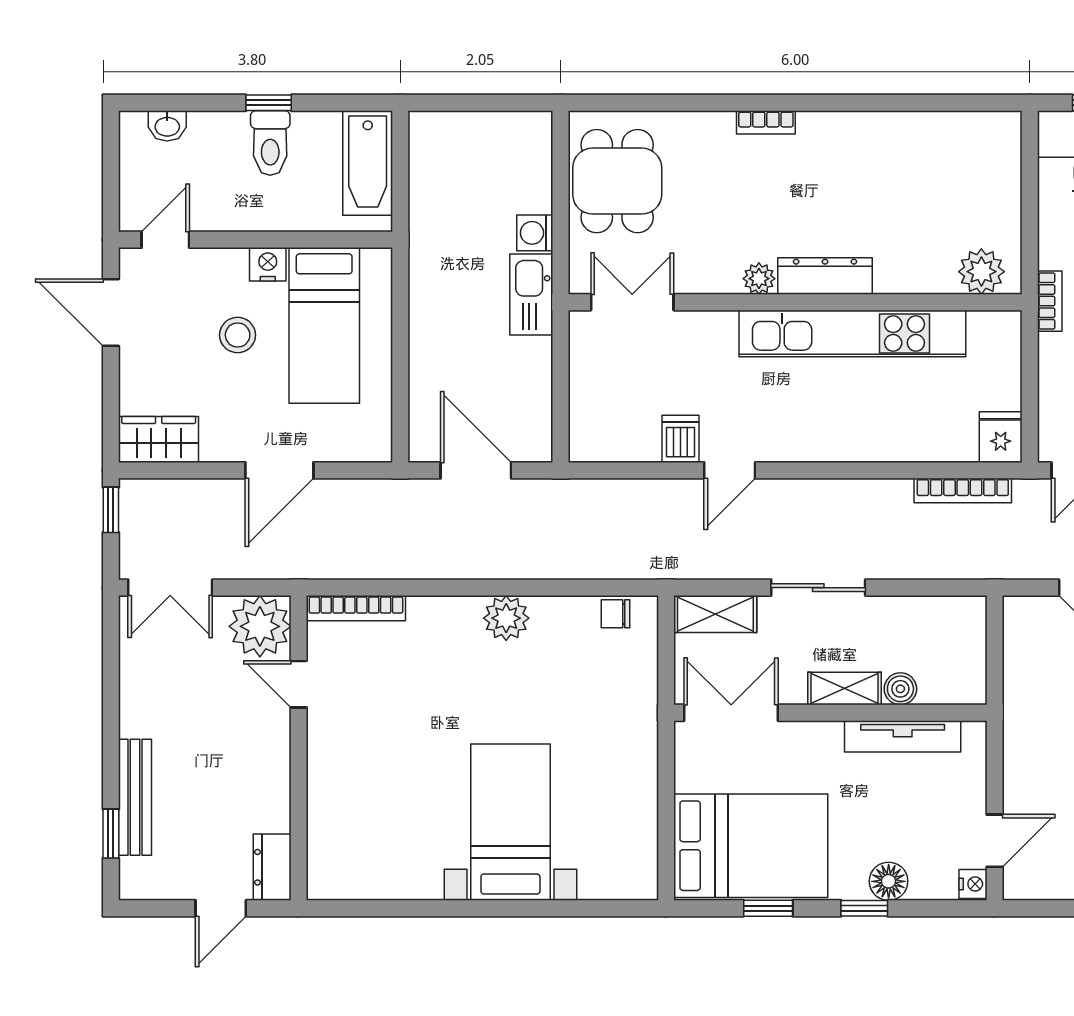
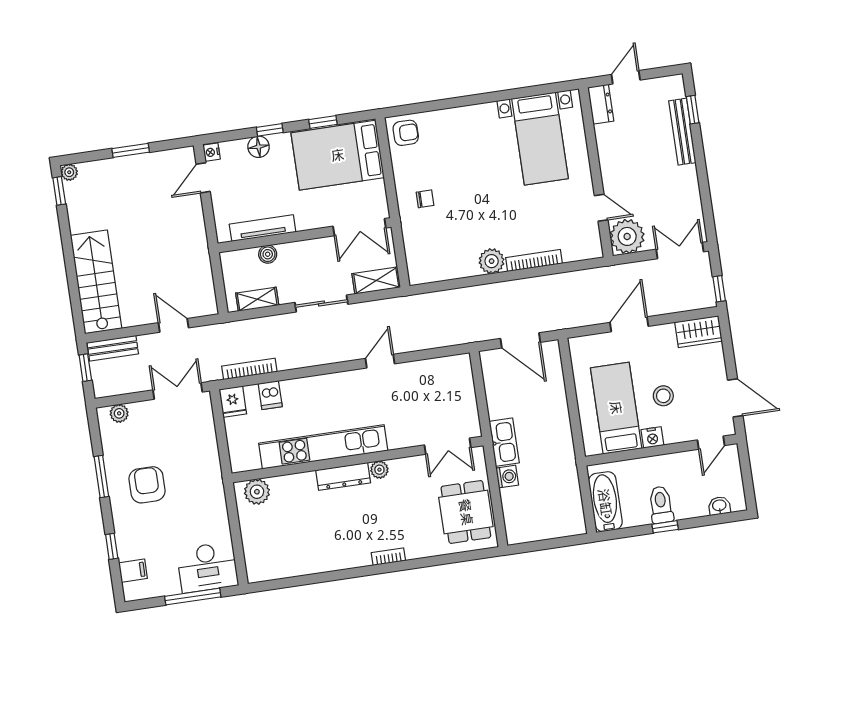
bookcase: (1050, 301) -> (217, 481), removed
dishwasher: (681, 439) -> (270, 395), moved
bookcase: (356, 608) -> (534, 260), moved
chair: (615, 614) -> (425, 199), moved
shelving: (845, 688) -> (257, 299), moved
bed with nightstands: (510, 822) -> (540, 139), moved
armchair: (625, 867) -> (406, 133), added

